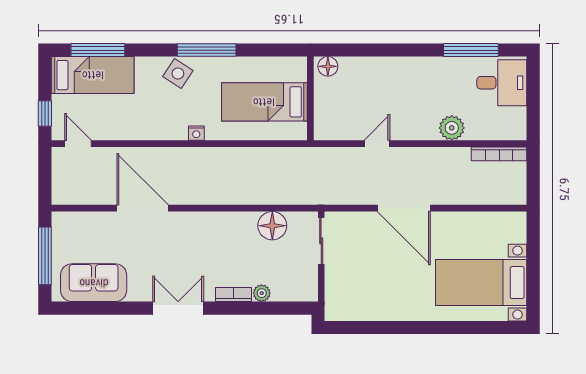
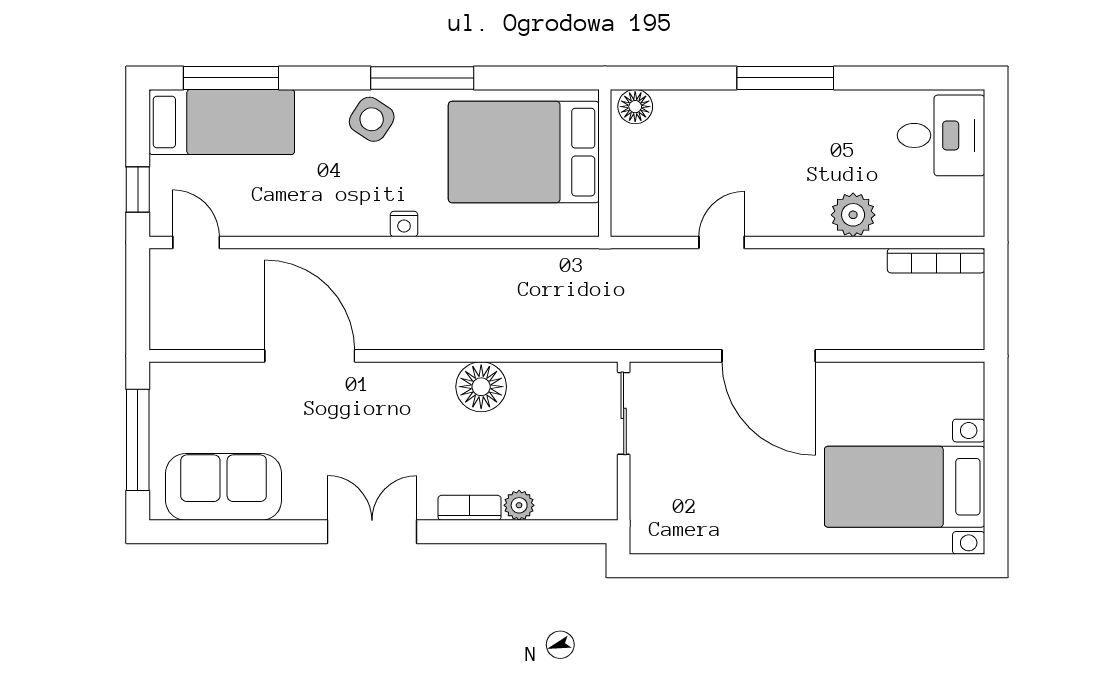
window: (471, 50) -> (785, 78), moved
bed: (264, 102) -> (524, 152), width x1.50
floor lamp: (272, 226) -> (481, 387), moved

